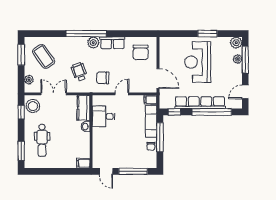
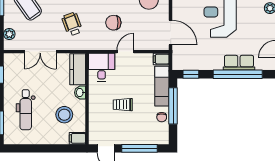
chair: (103, 78) -> (113, 23), moved
double door: (54, 94) -> (40, 52), swing flipped
row of seats: (200, 103) -> (239, 63), width x0.50
stool: (33, 106) -> (64, 115), moved
desk: (104, 116) -> (102, 67), moved, turned 90
trolley: (120, 136) -> (123, 105), added

